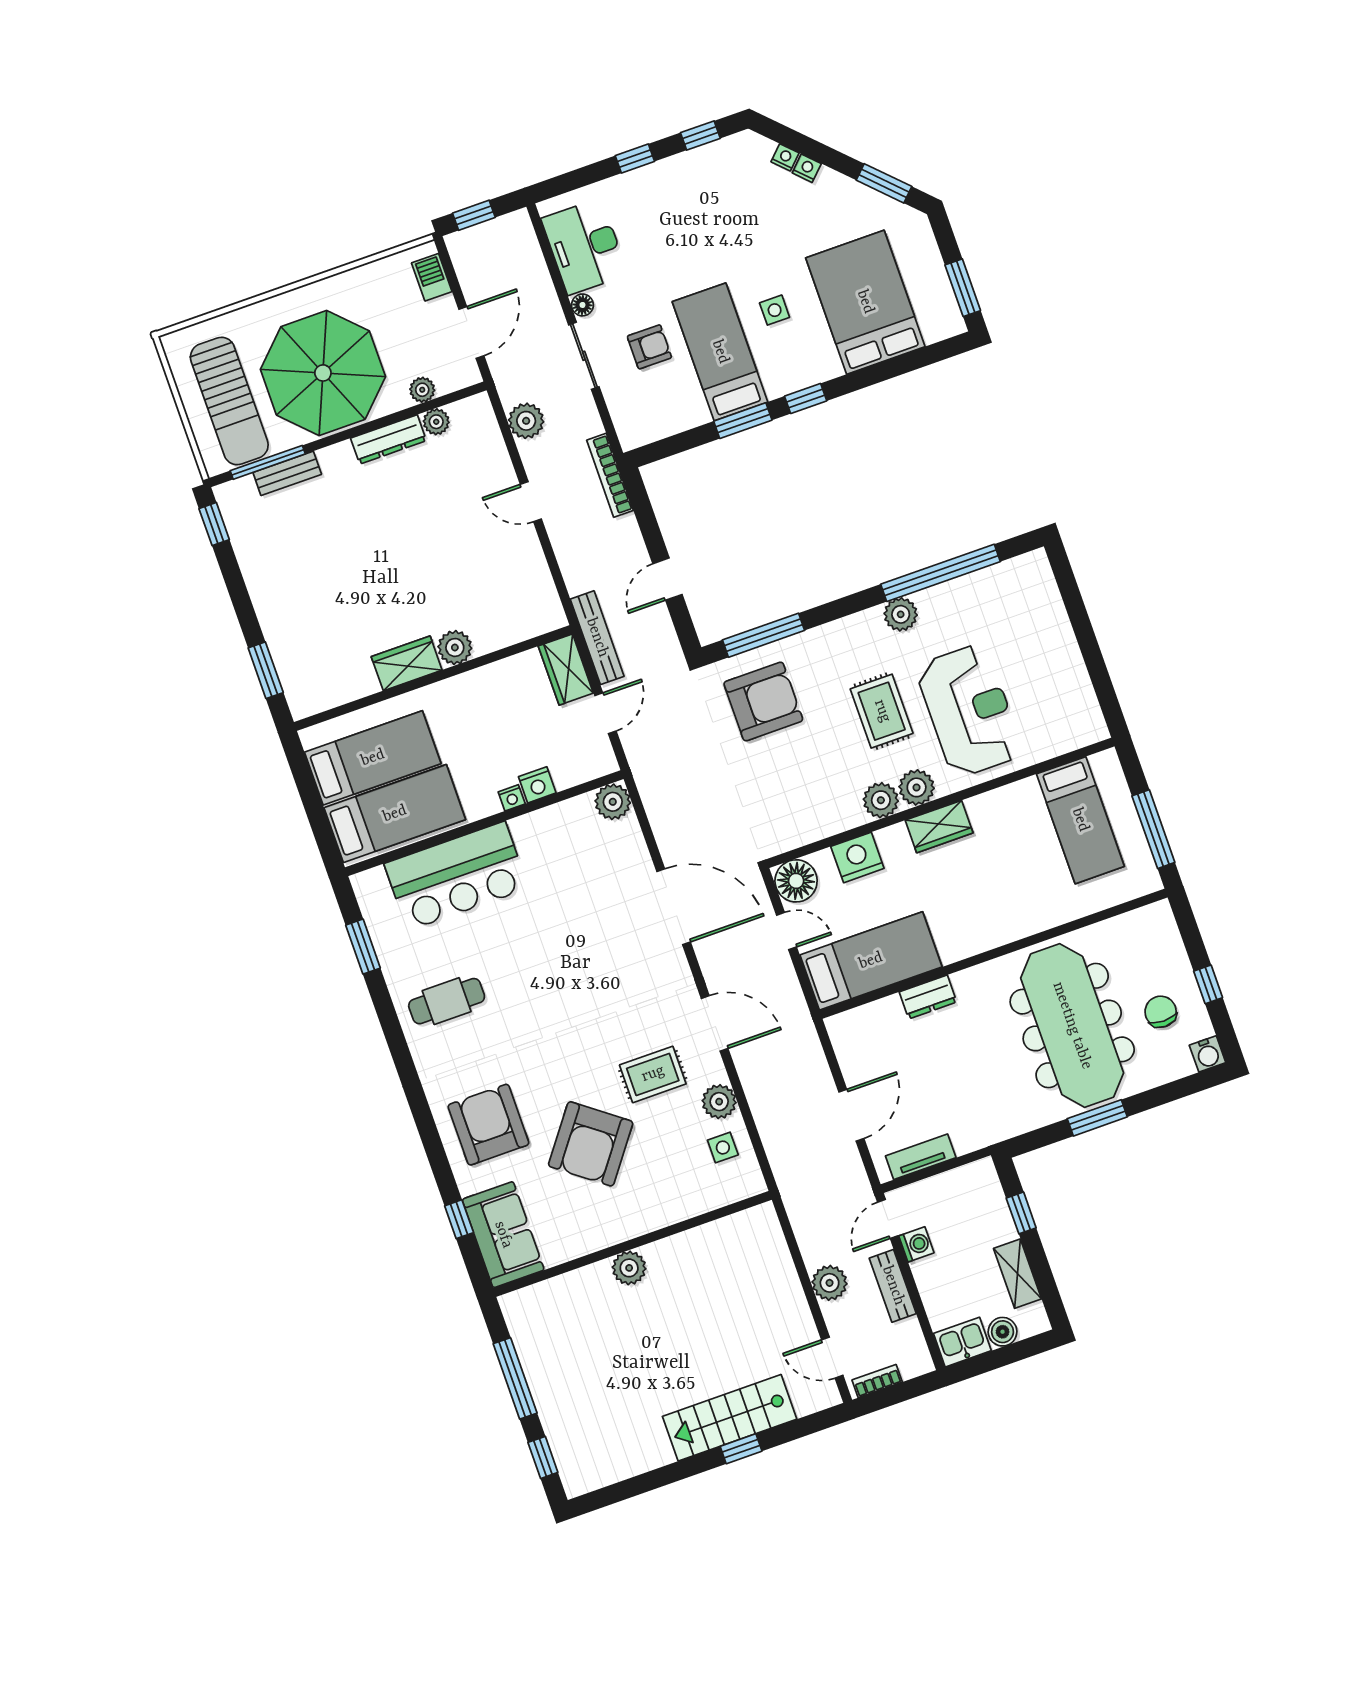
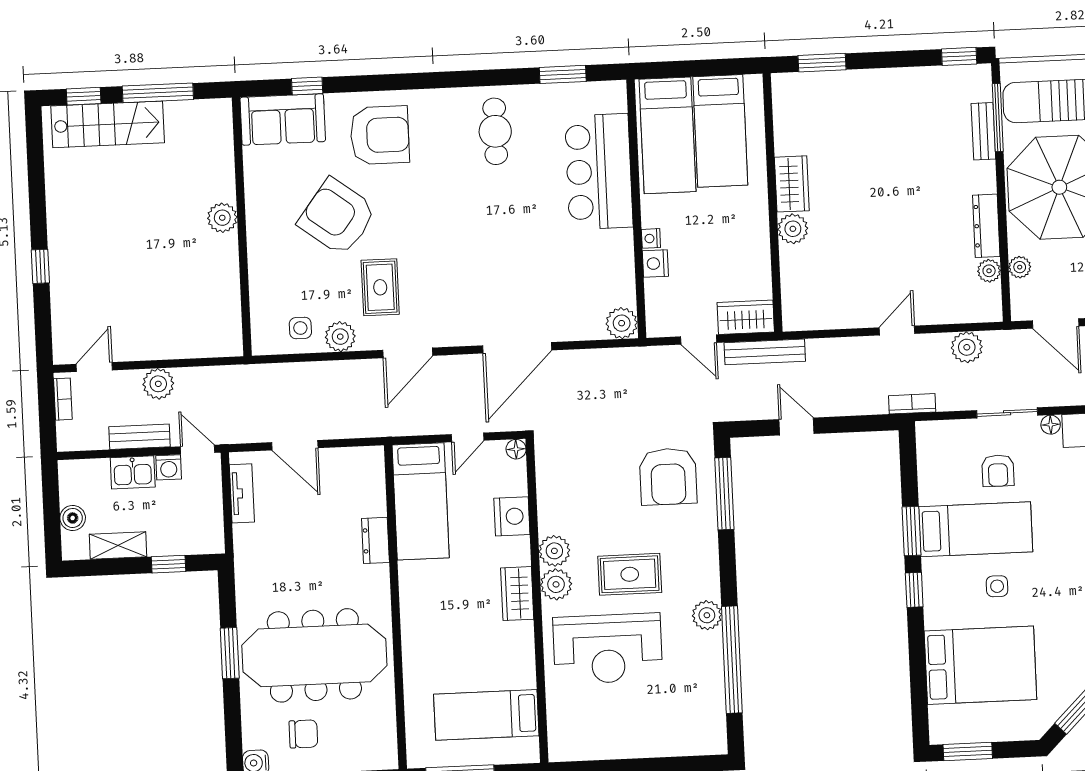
bookcase: (610, 475) -> (912, 404), width x0.64
floor lamp: (796, 881) -> (516, 449), width x0.53, depth x0.53
kitchen sink: (962, 1342) -> (133, 472), moved, turned 90
stairs: (730, 1418) -> (108, 124), moved, turned 90

